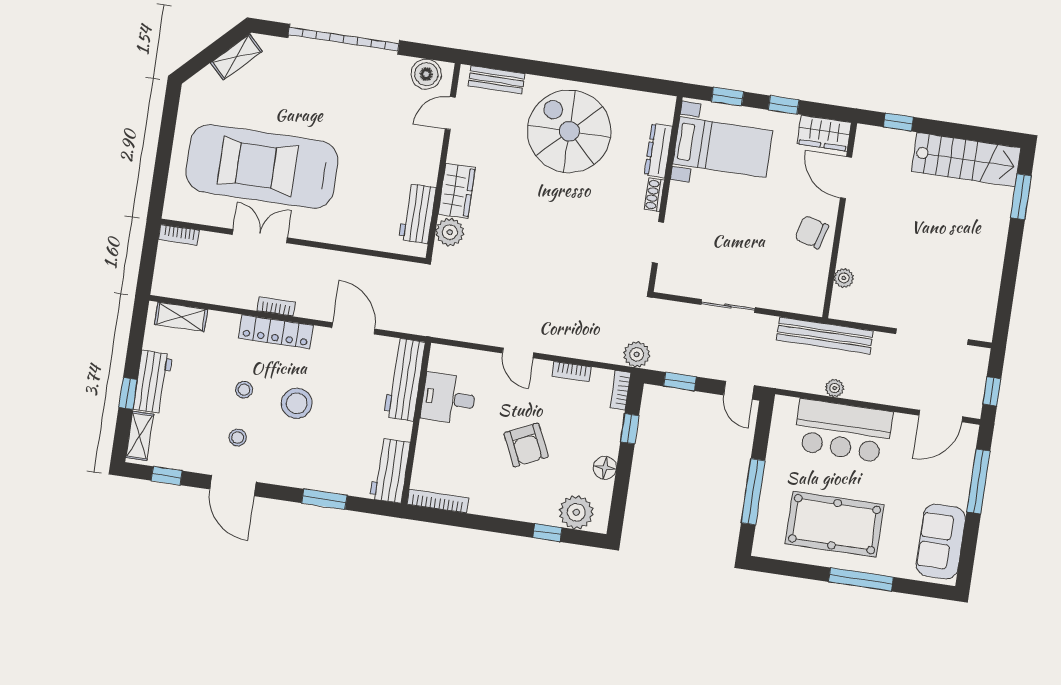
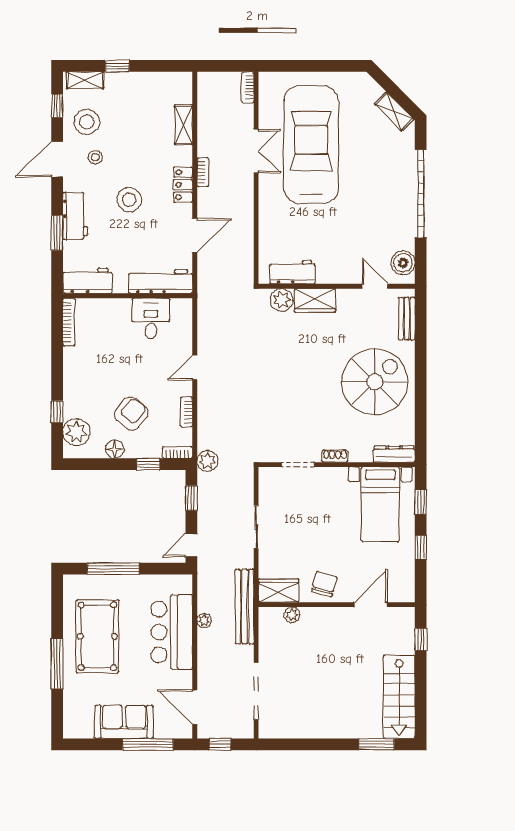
wardrobe: (824, 133) -> (279, 591), moved, turned 90
dresser: (658, 151) -> (394, 454), moved
shelving: (181, 317) -> (183, 125), moved
locker: (276, 332) -> (183, 185), width x0.66
workbench: (153, 382) -> (75, 216), moved, turned -90
stool: (244, 390) -> (87, 122), moved, width x1.89, depth x1.89
armchair: (526, 445) -> (131, 414), moved, turned 153
sofa: (941, 542) -> (124, 722), moved

